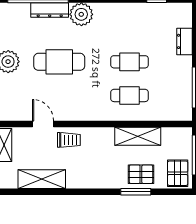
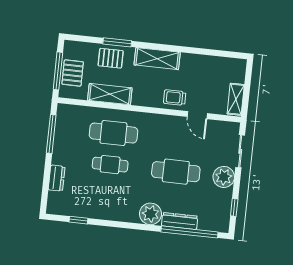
cafe table: (130, 95) -> (113, 133), width x1.37, depth x1.35
pallet: (178, 173) -> (73, 73), moved
shelving: (42, 179) -> (157, 59), moved

